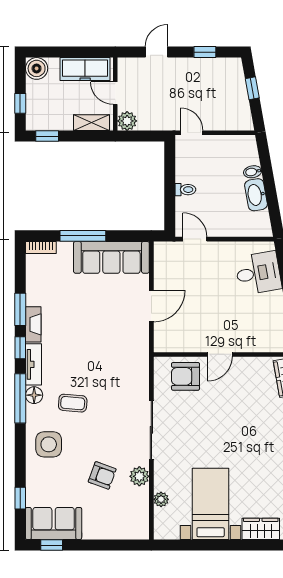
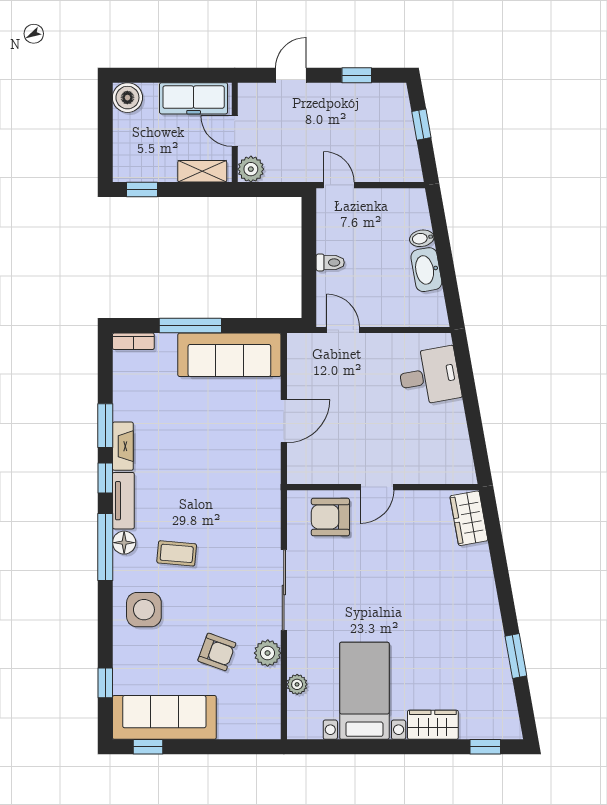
window: (20, 103) -> (105, 145), removed
sofa: (54, 523) -> (164, 717), width x1.36

